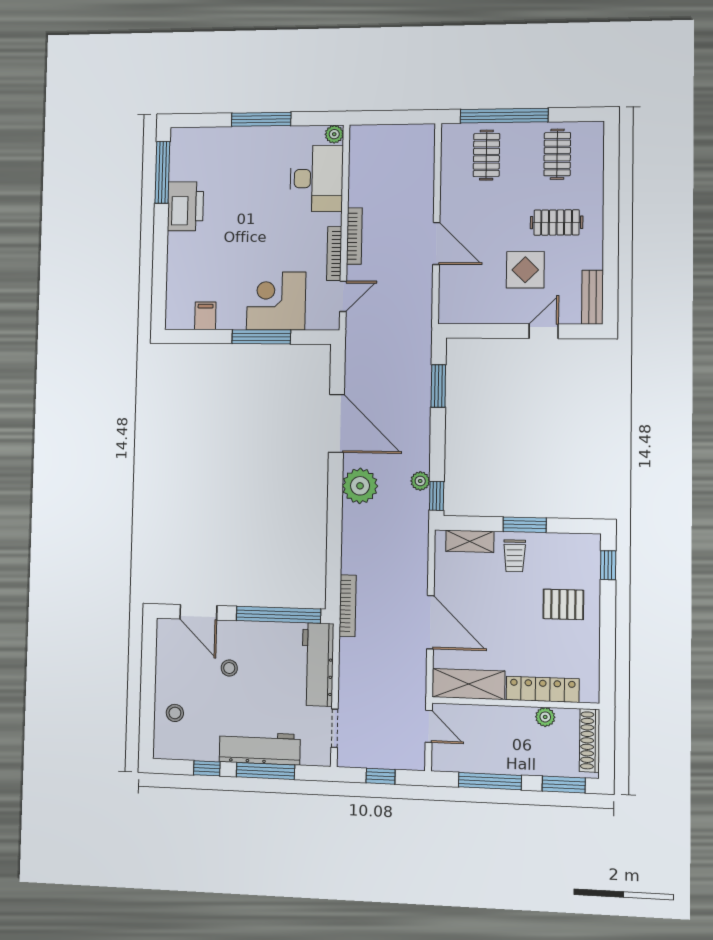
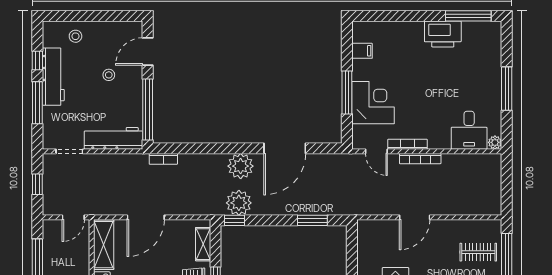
desk: (316, 178) -> (469, 130), width x0.73
plant: (420, 481) -> (239, 203), width x1.87, depth x1.87
bookcase: (348, 606) -> (163, 159), width x0.64
workbench: (260, 748) -> (53, 77), moved

